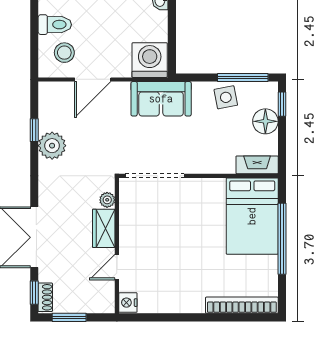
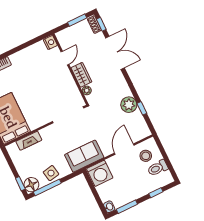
floor lamp: (265, 121) -> (31, 185), moved
fireplace: (257, 165) -> (29, 141), moved

